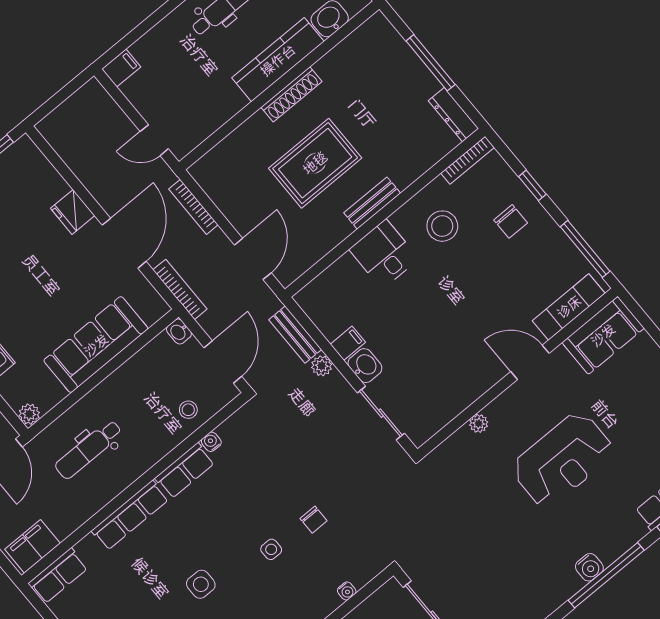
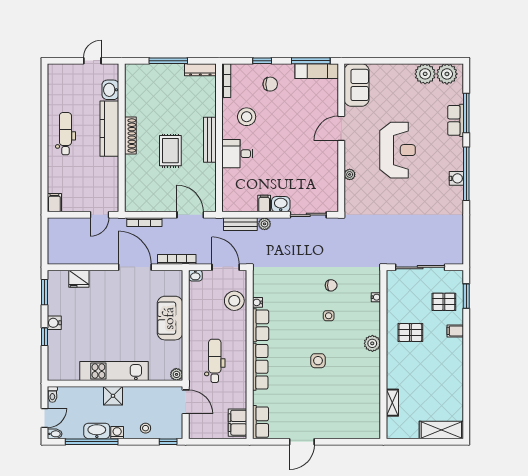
rug: (315, 163) -> (170, 151), width x0.73, depth x0.70
bench: (372, 203) -> (210, 140), width x1.36
fridge: (73, 212) -> (79, 279), moved
exam couch: (569, 307) -> (317, 71), moved, turned -90
sofa: (96, 345) -> (170, 318), width x0.73
stool: (188, 410) -> (234, 301), width x1.89, depth x1.89
dental chair: (88, 449) -> (215, 361), turned 180

